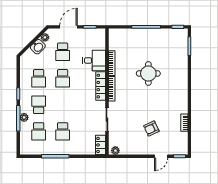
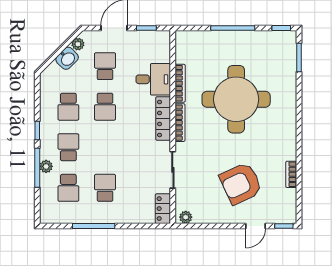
school desk: (63, 52) -> (105, 66), turned 180
round table: (148, 73) -> (236, 99), width x1.86, depth x1.86
armchair: (151, 129) -> (241, 183), width x1.88, depth x1.88
school desk: (63, 131) -> (105, 188), turned 180

